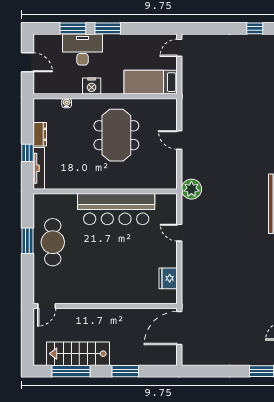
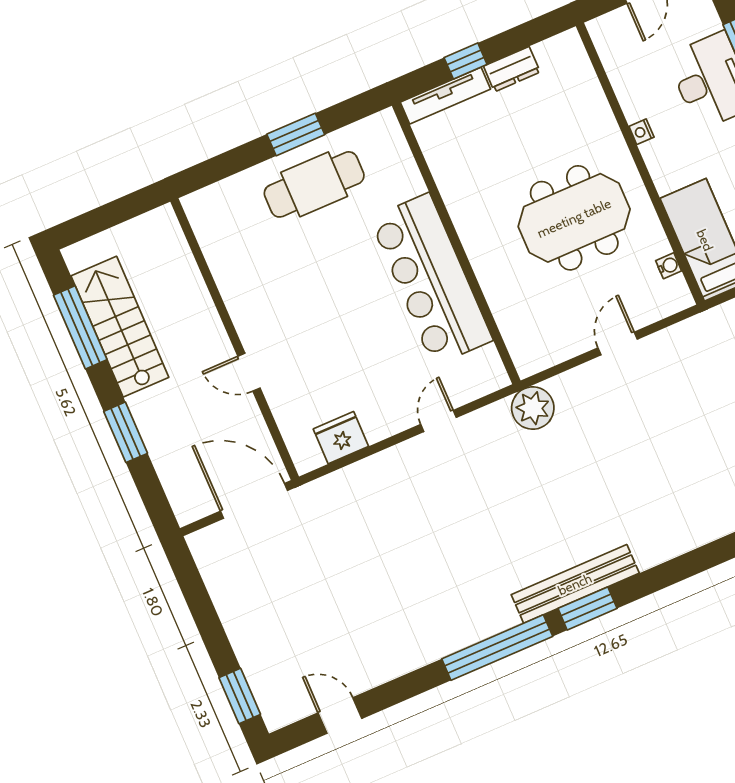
nightstand: (92, 86) -> (641, 132), width x0.53, depth x0.56
water cooler: (67, 103) -> (669, 266), moved
door: (47, 306) -> (249, 372), moved

